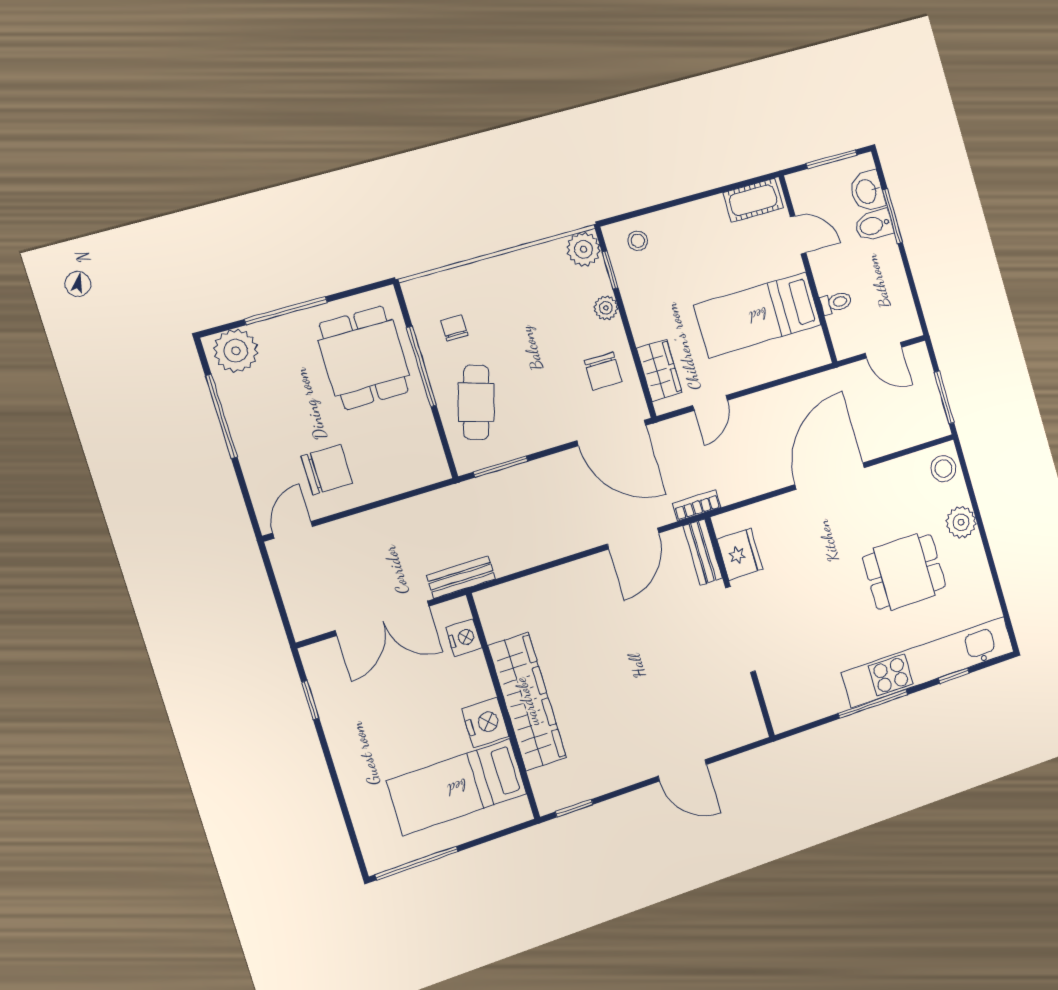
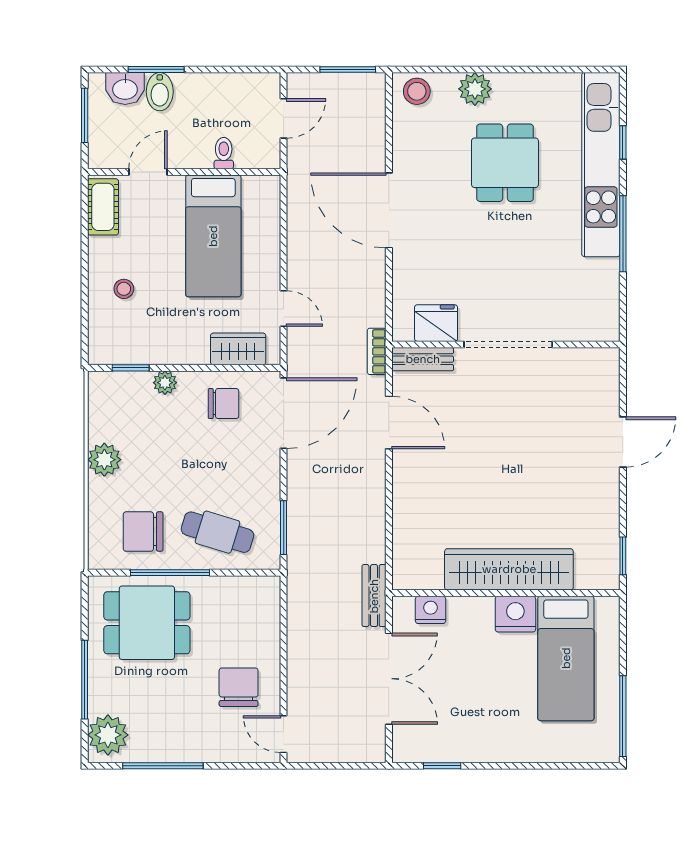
stool: (638, 241) -> (124, 289), moved
plant: (583, 249) -> (104, 460), moved
chair: (454, 328) -> (143, 532), width x1.87, depth x1.87

